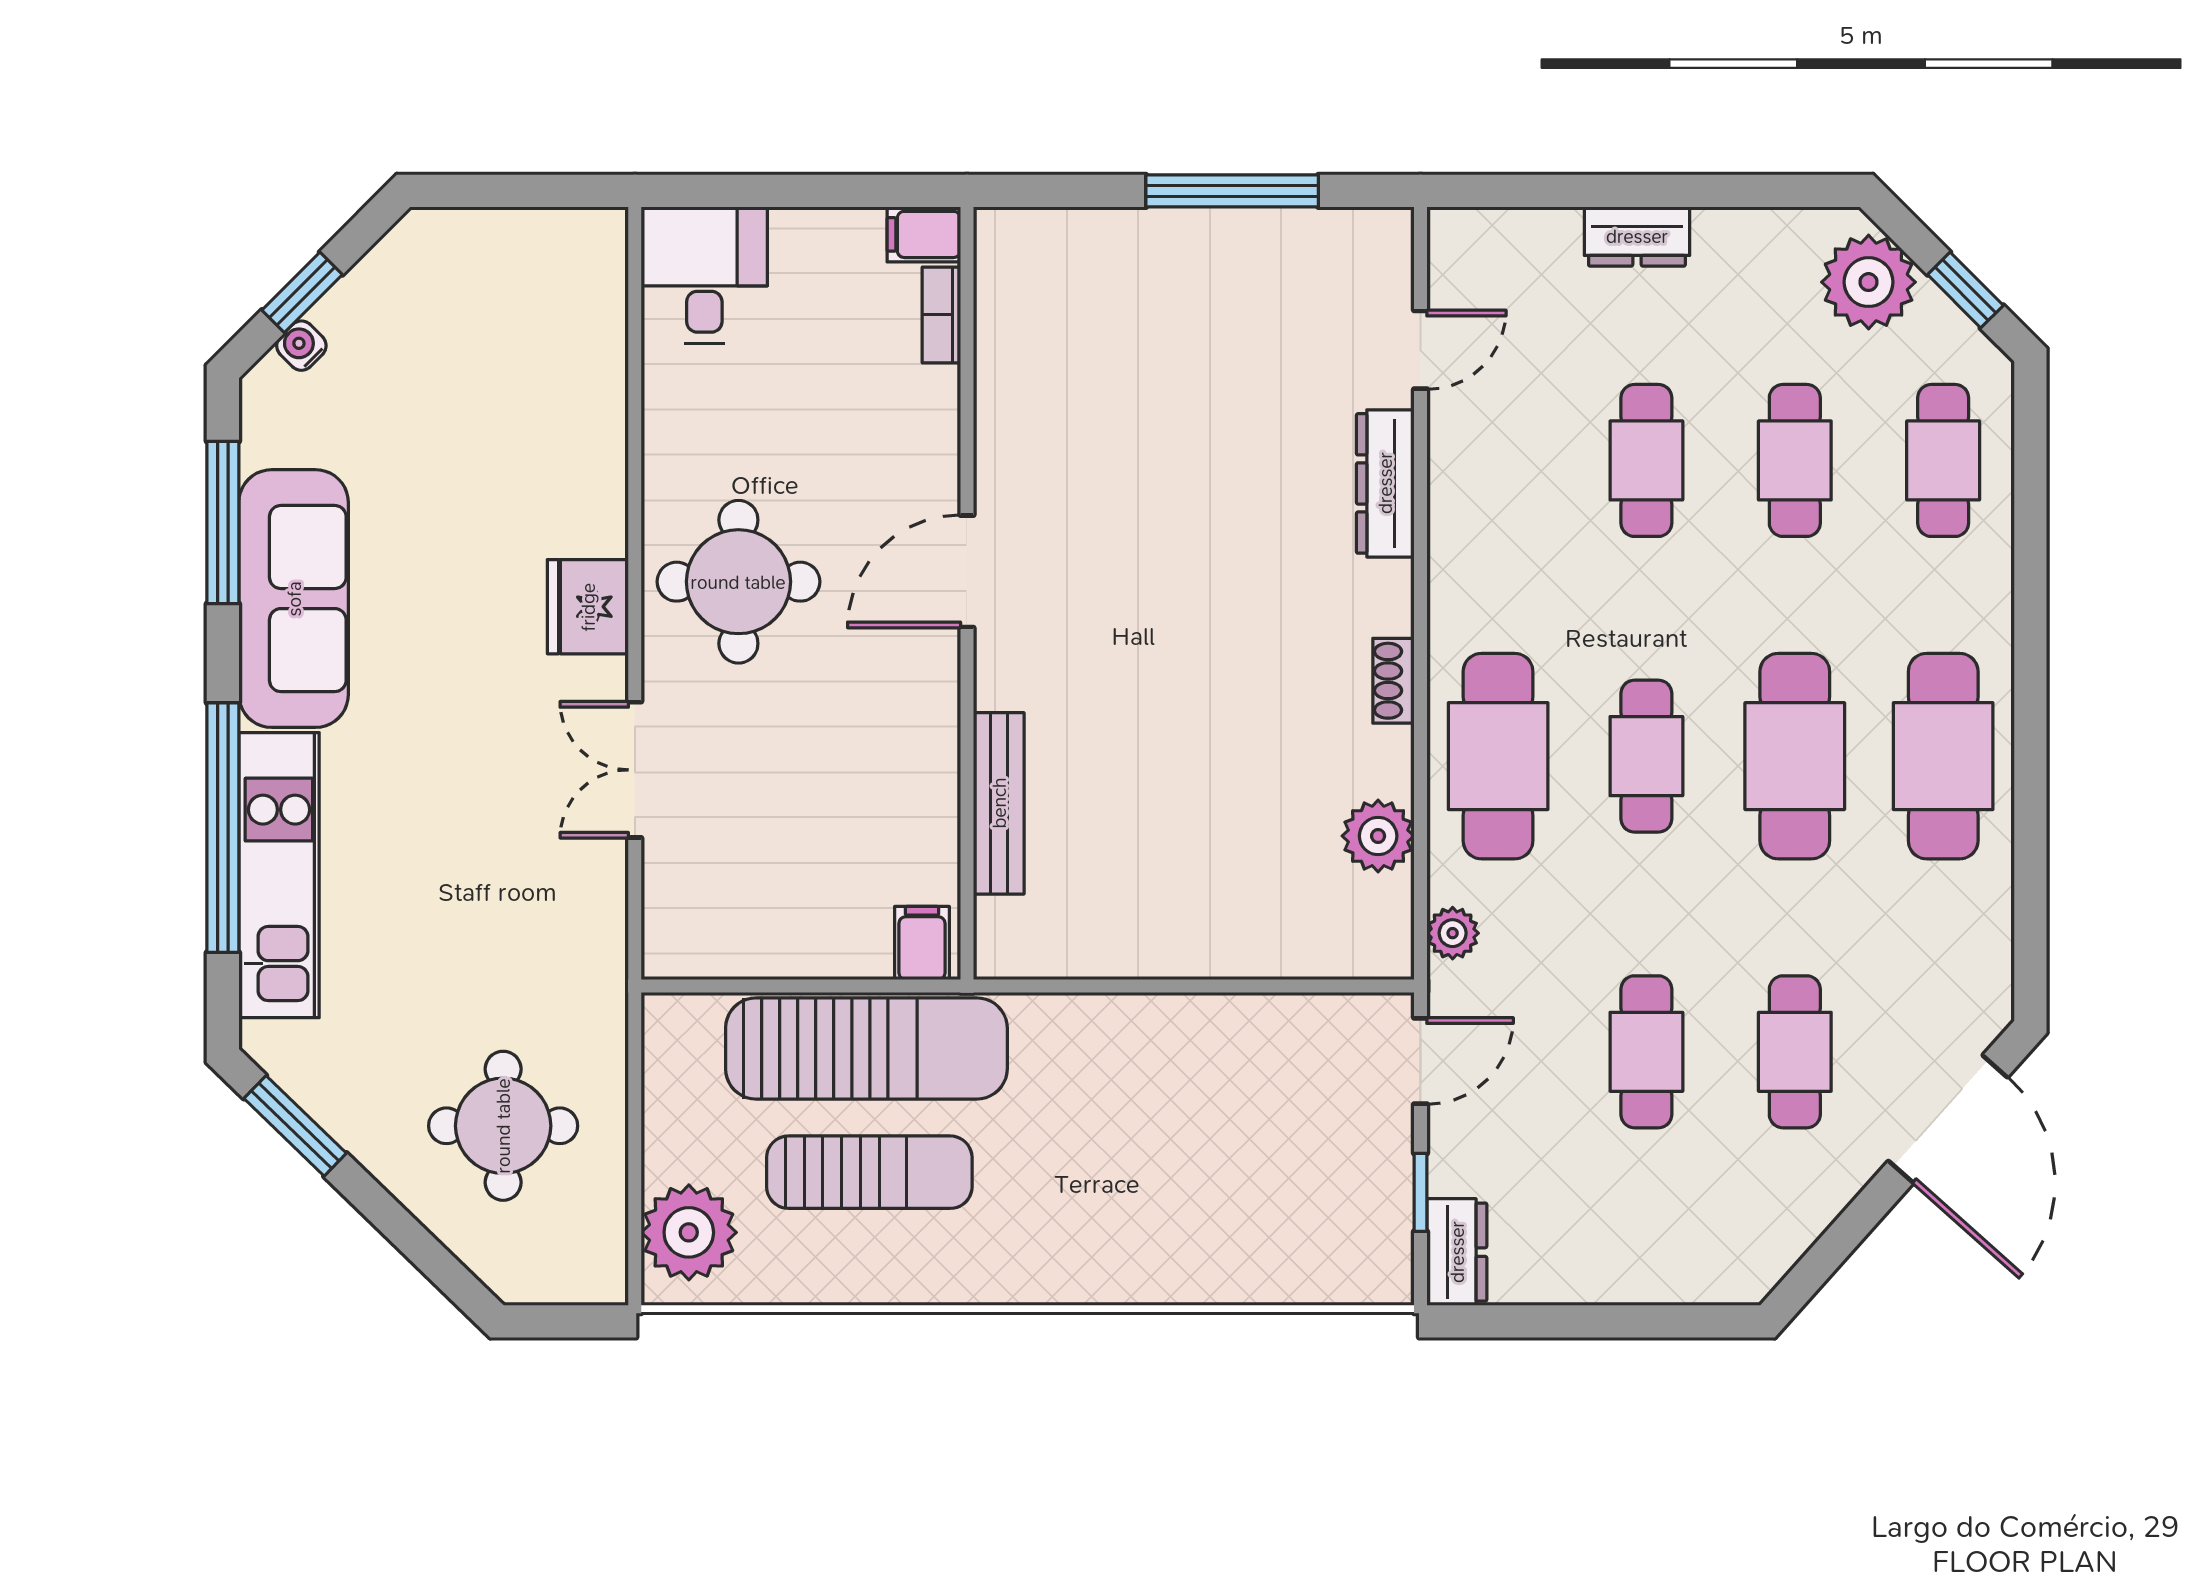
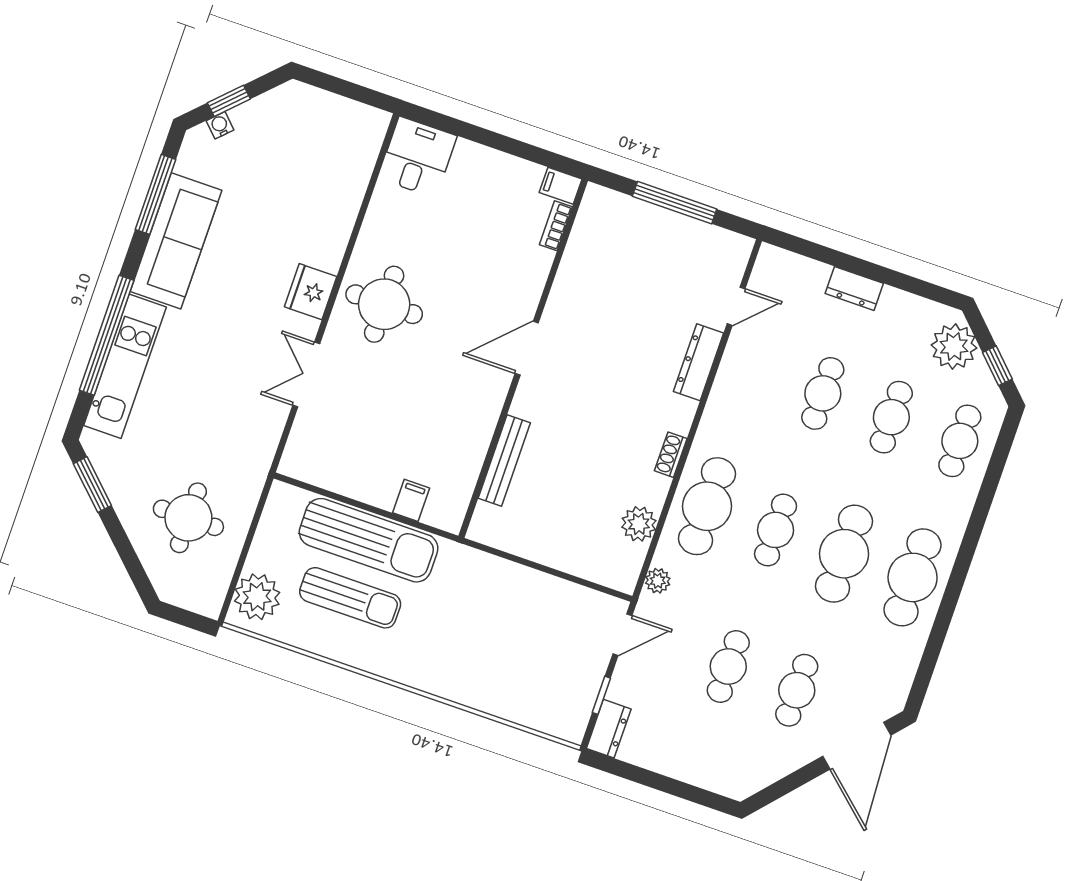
filing cabinet: (924, 234) -> (561, 186), moved
bookcase: (941, 315) -> (556, 226), moved
door: (967, 571) -> (527, 348), moved
wall: (967, 593) -> (523, 358), moved
bench: (999, 803) -> (504, 460), moved

